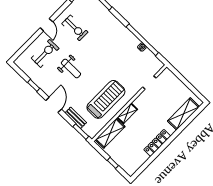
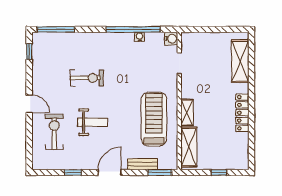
exercise bike: (75, 28) -> (87, 78), moved
water cooler: (158, 65) -> (171, 39), added
door: (54, 105) -> (110, 173), hinge flipped

